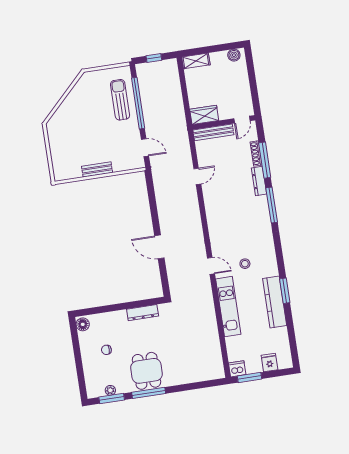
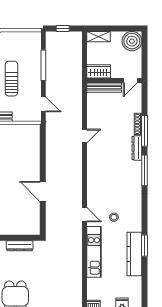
boiler: (234, 55) -> (132, 41), width x1.86, depth x1.86
sun lounger: (120, 100) -> (11, 79), moved
window: (138, 103) -> (43, 65), width x0.68
wardrobe: (204, 115) -> (99, 71), moved
door: (242, 120) -> (130, 81), moved
wall: (224, 122) -> (114, 81), moved
bench: (213, 132) -> (104, 88), moved

